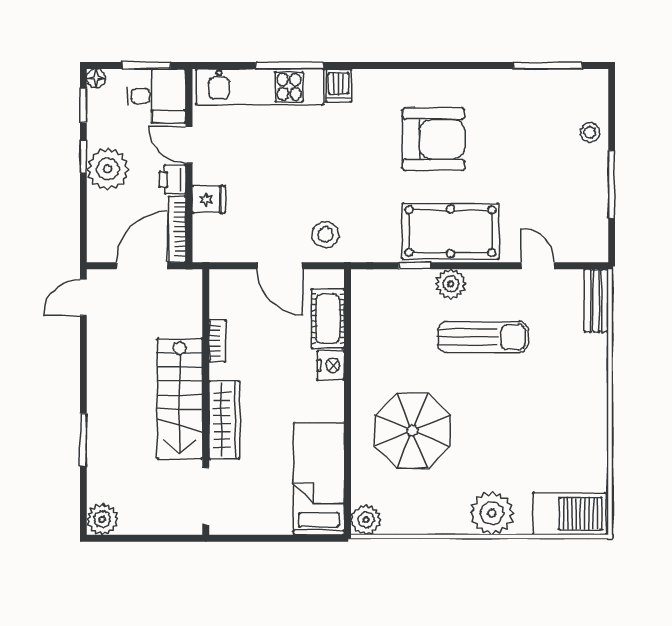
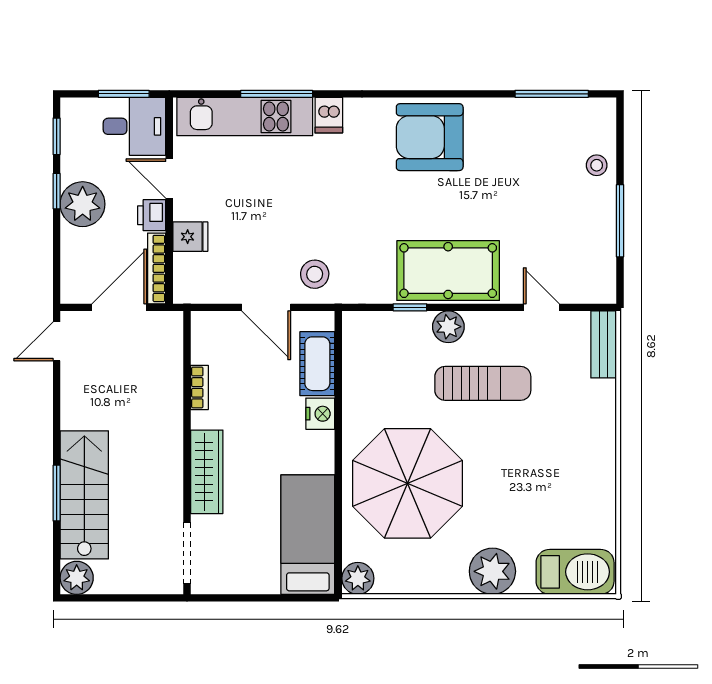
floor lamp: (96, 78) -> (70, 107), removed
armchair: (434, 139) -> (430, 137), moved, turned 180
stairs: (180, 399) -> (84, 495), moved, turned 180
parasol: (412, 431) -> (408, 483), width x1.36, depth x1.36

